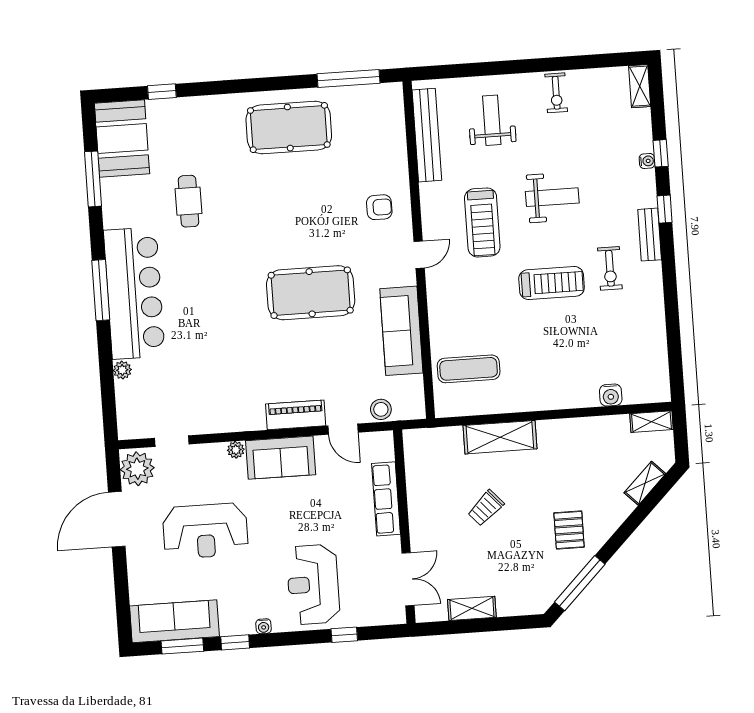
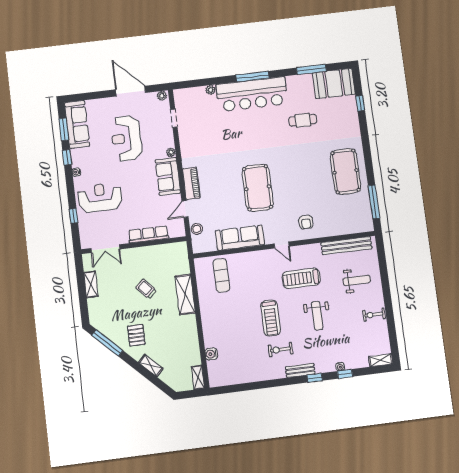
plant: (137, 469) -> (162, 96), width x0.53, depth x0.53
shelving: (645, 483) -> (151, 365), moved
pallet: (569, 530) -> (136, 335), turned 90

